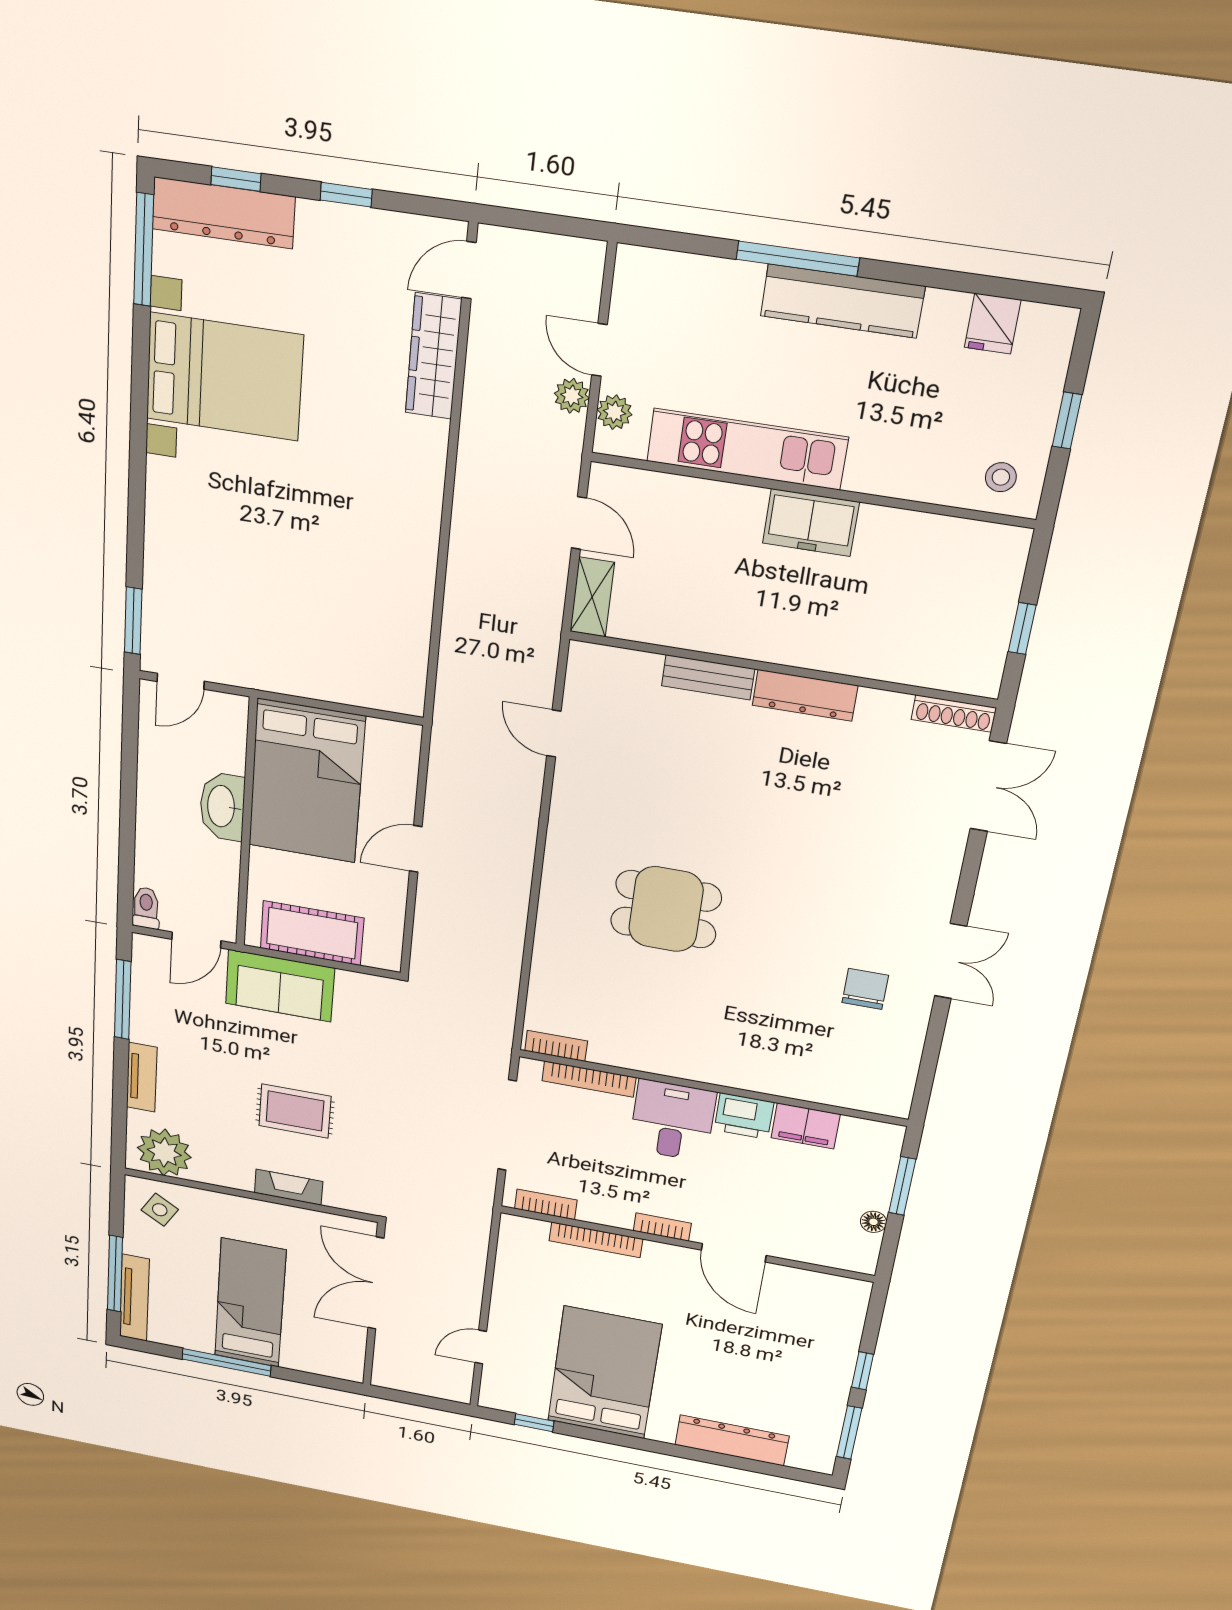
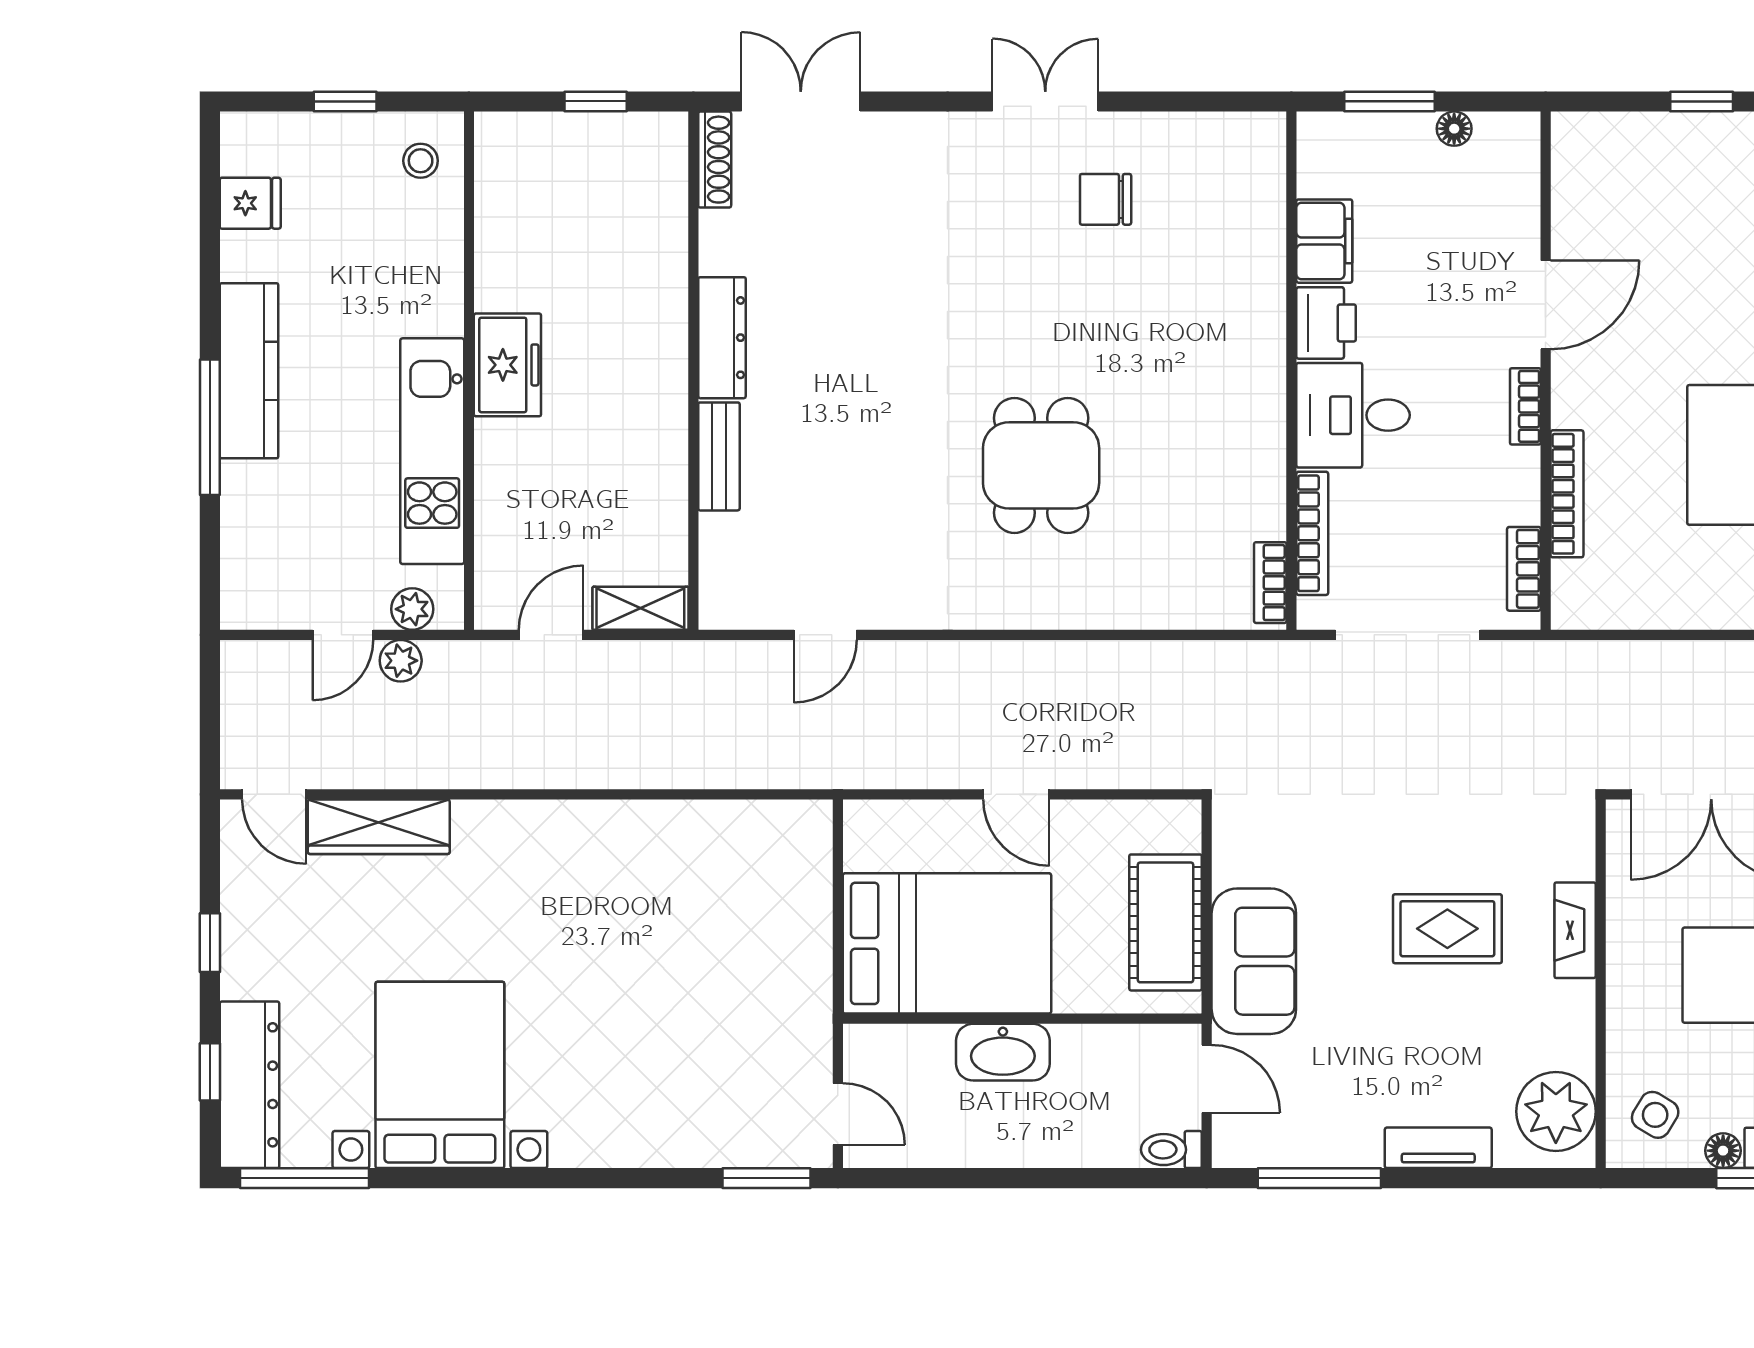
rug: (295, 1111) -> (1447, 929), turned 90
floor lamp: (134, 1244) -> (1723, 1151), added

